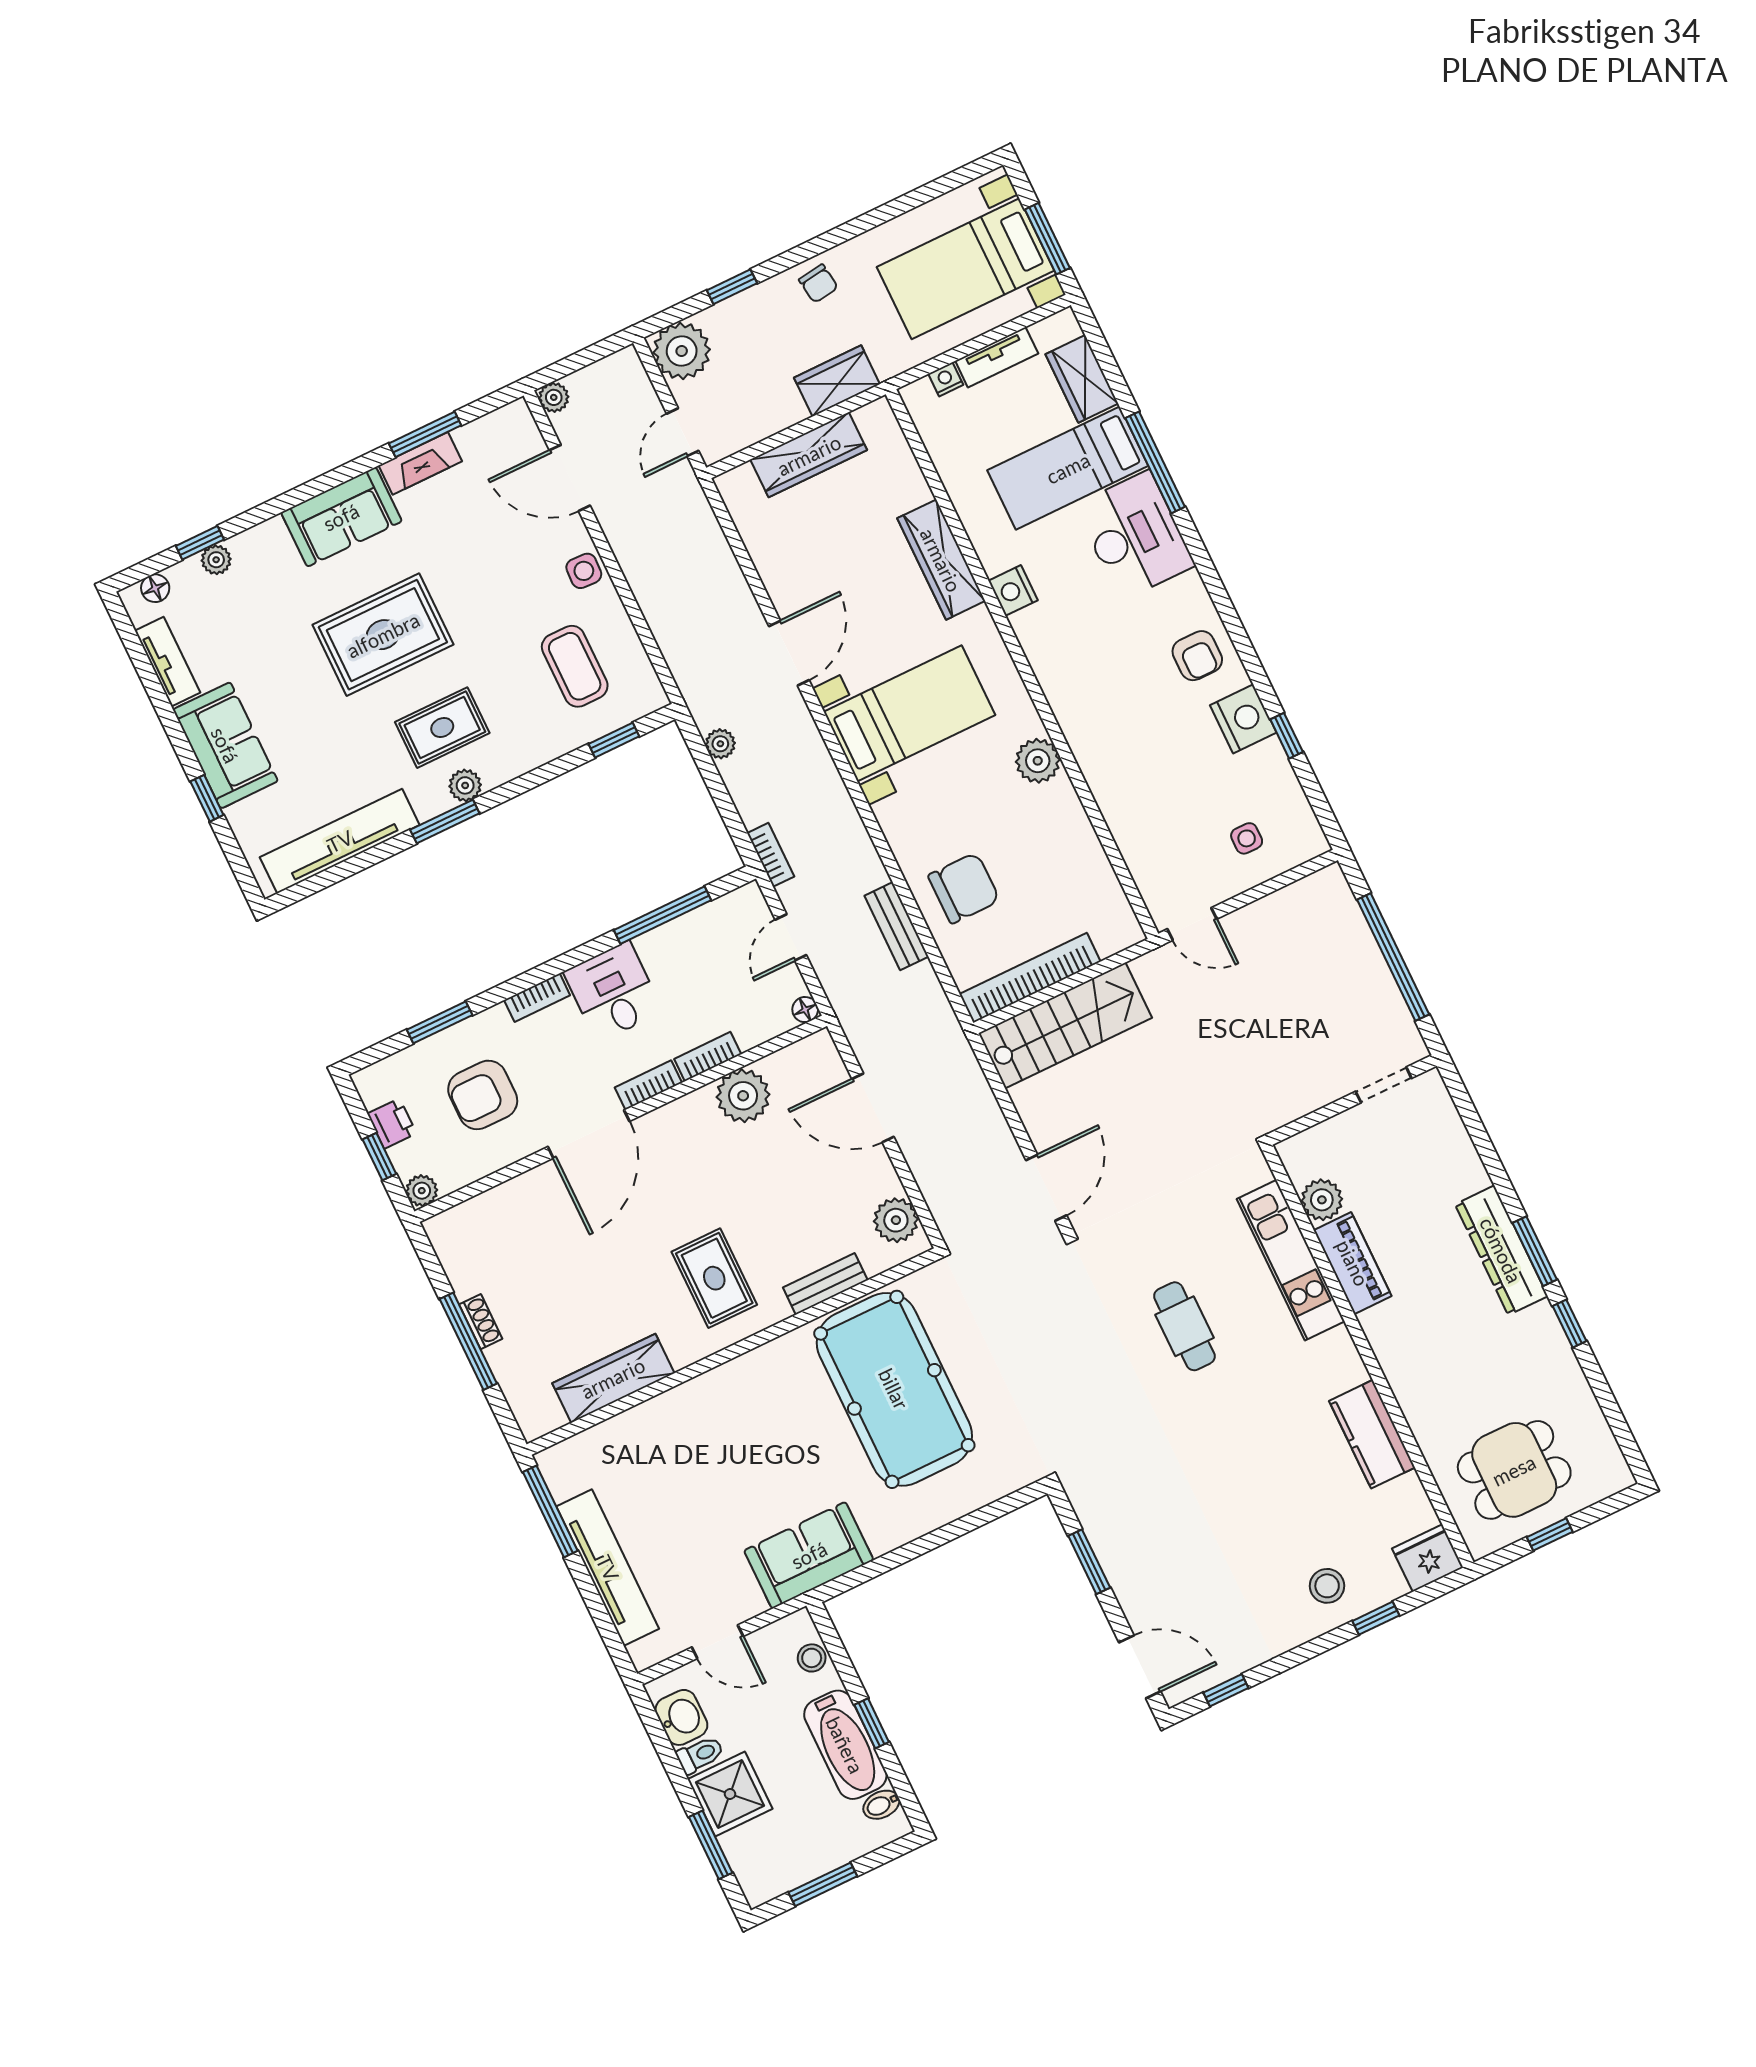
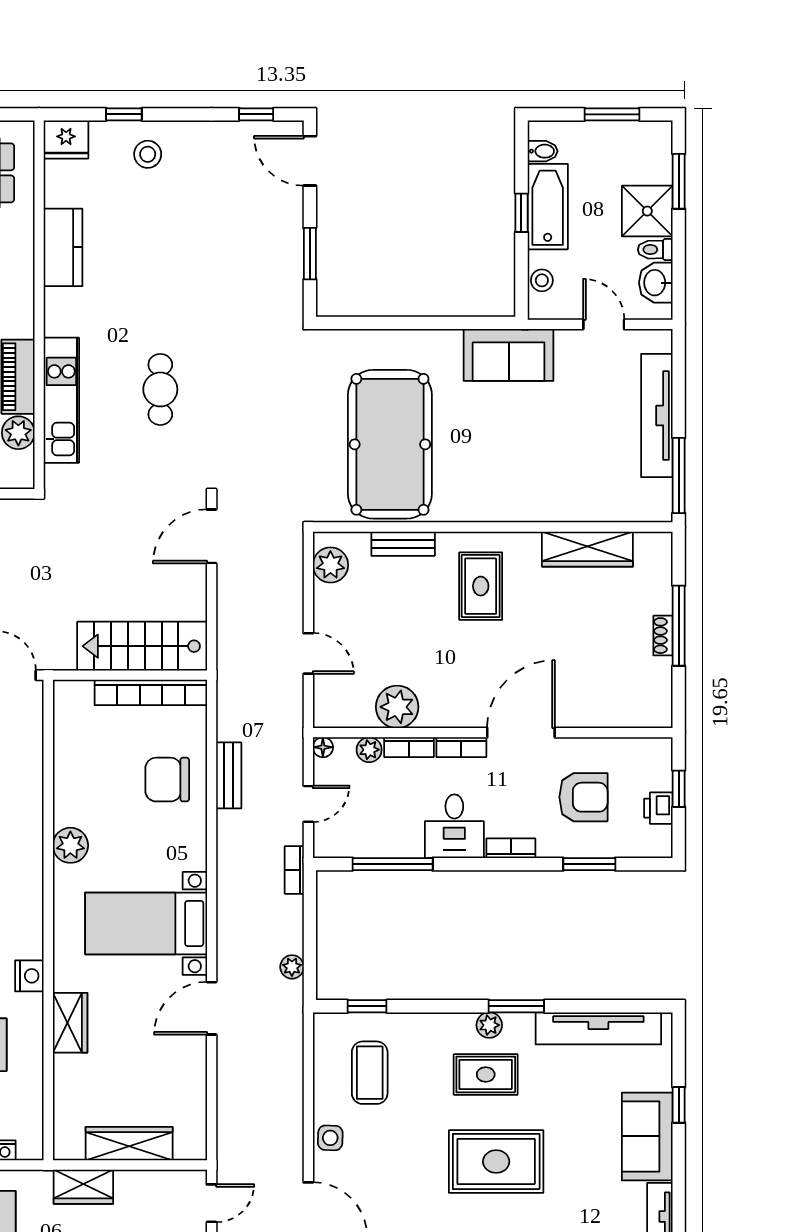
wardrobe: (941, 560) -> (70, 1023), width x0.67
door: (873, 1108) -> (308, 653), width x0.73
plant: (422, 1191) -> (369, 750), moved

